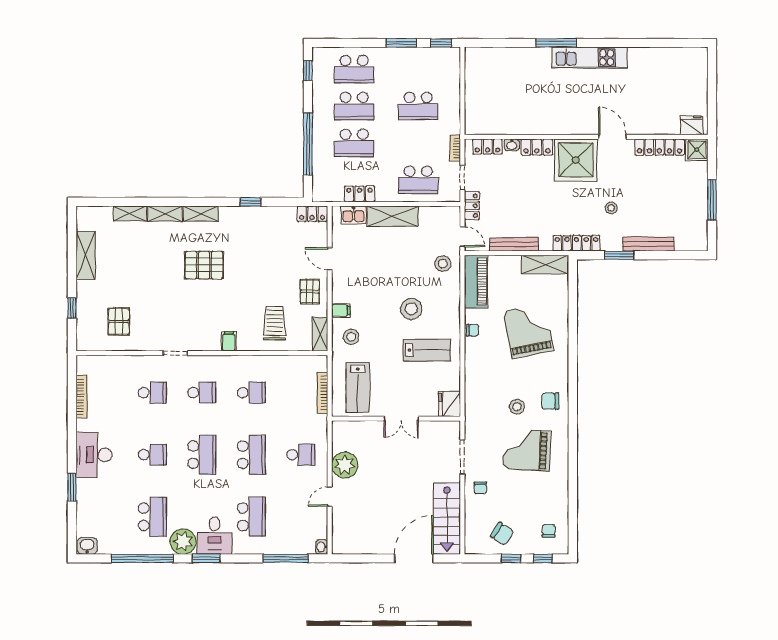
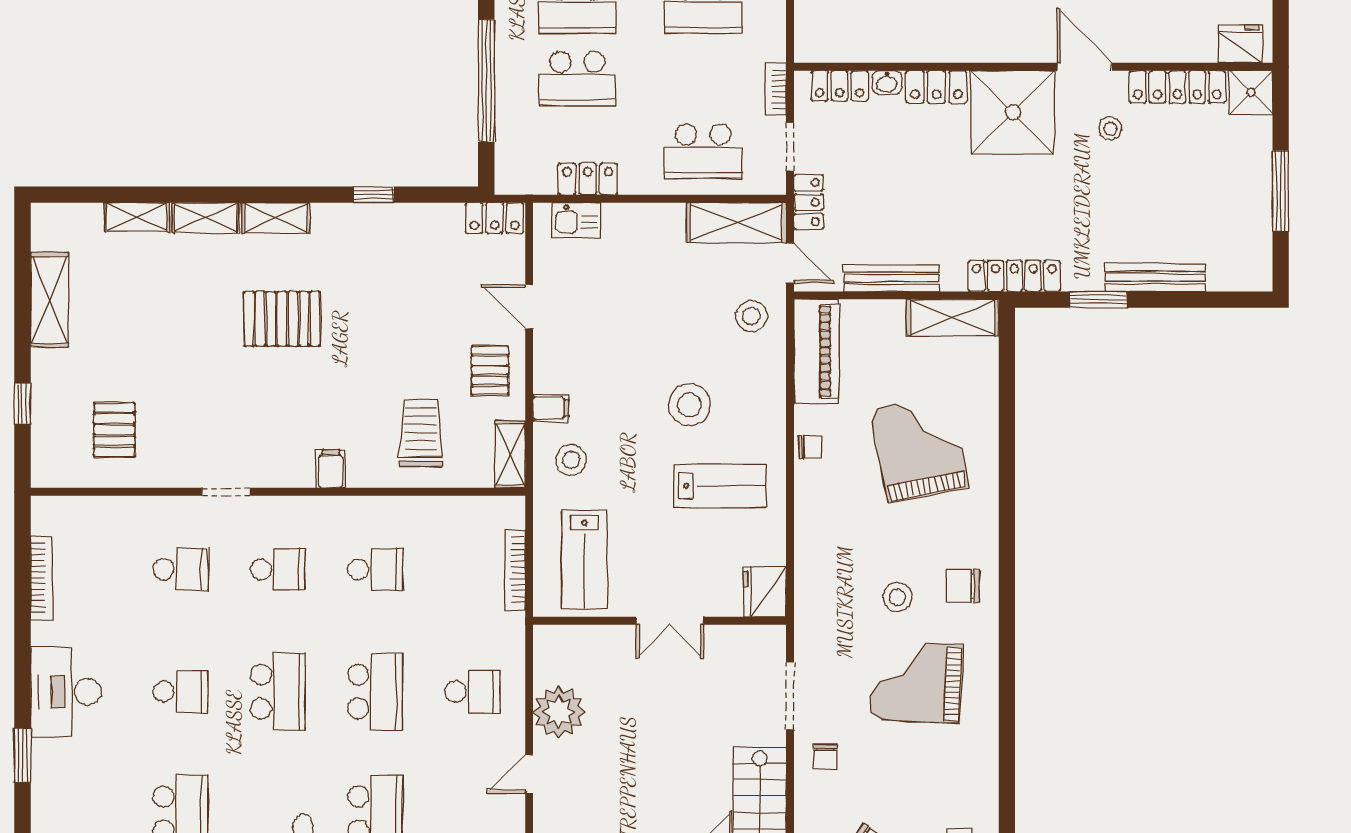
stool: (611, 208) -> (1110, 129), moved
shelving: (393, 216) -> (736, 223), moved

